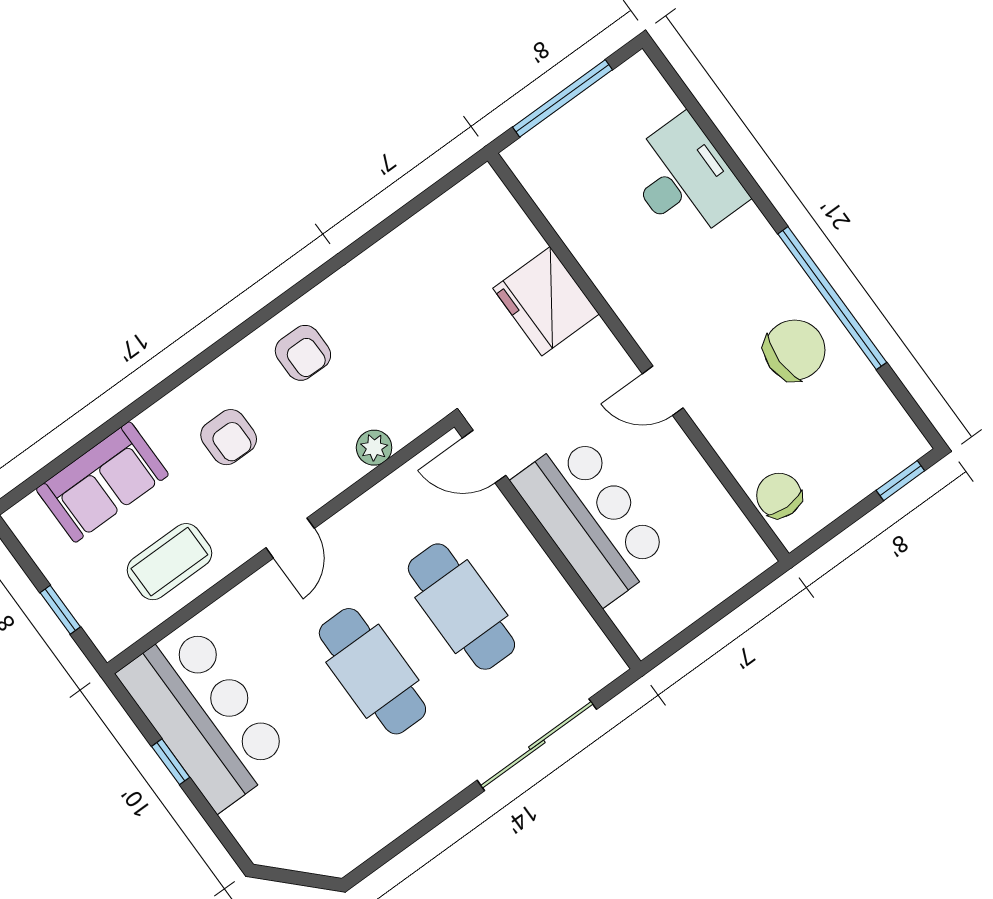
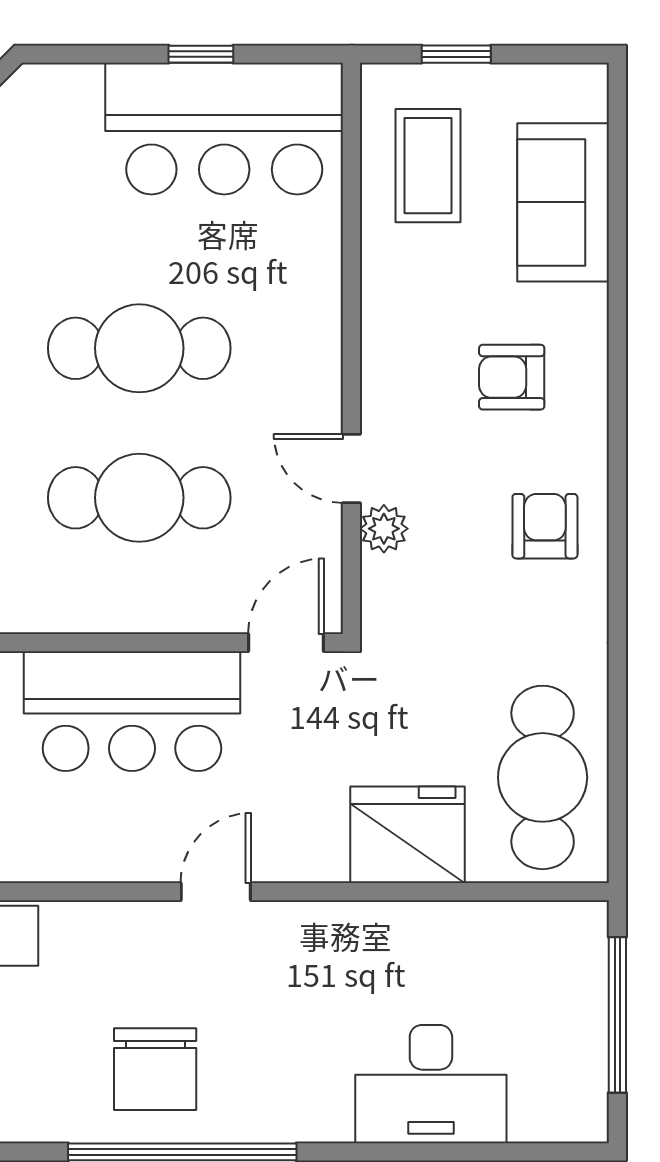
cafe table: (454, 246) -> (543, 777), added
armchair: (303, 353) -> (545, 526), turned 90
door: (290, 538) -> (351, 468), moved
coffee table: (169, 562) -> (428, 166), moved

